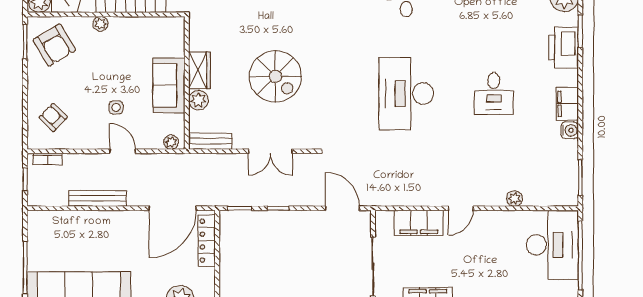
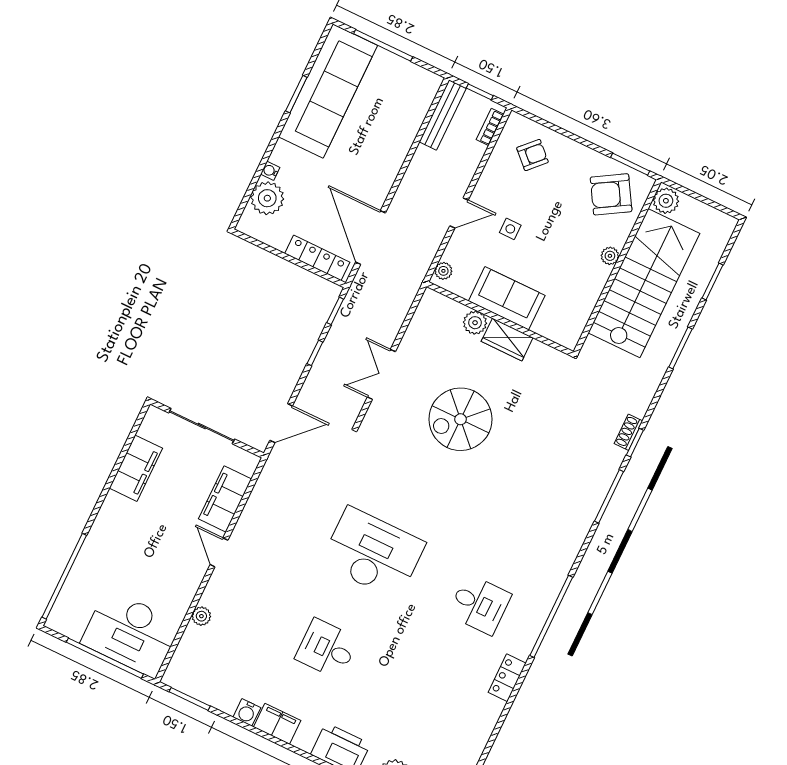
bench: (210, 141) -> (424, 314), removed
bench: (98, 198) -> (443, 115), moved

